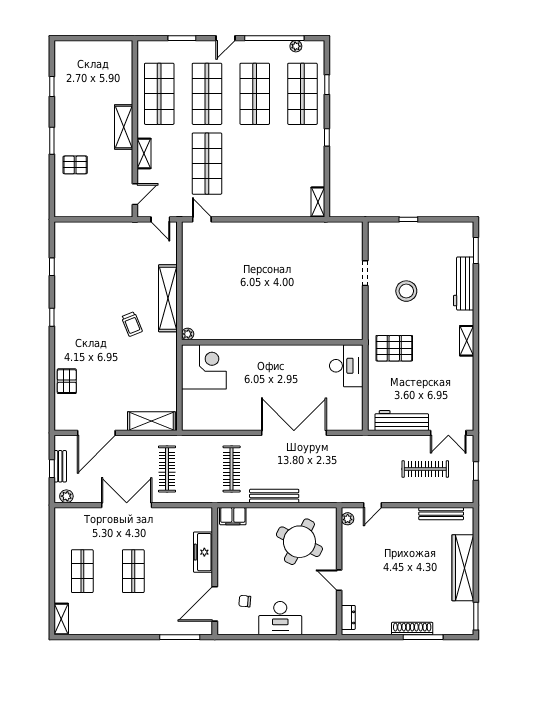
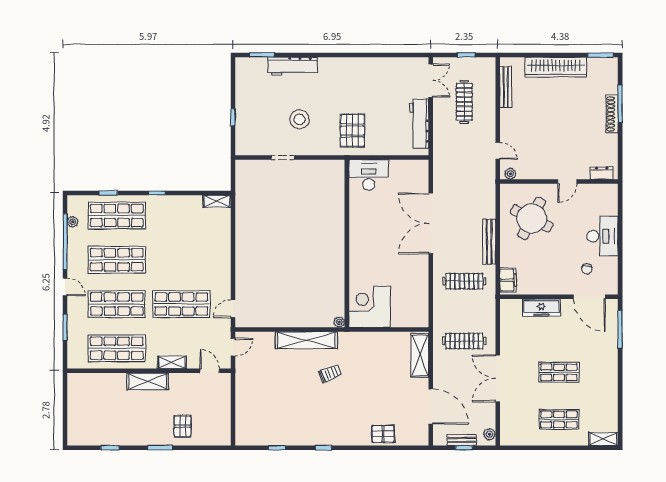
shelving: (467, 341) -> (346, 63), removed

